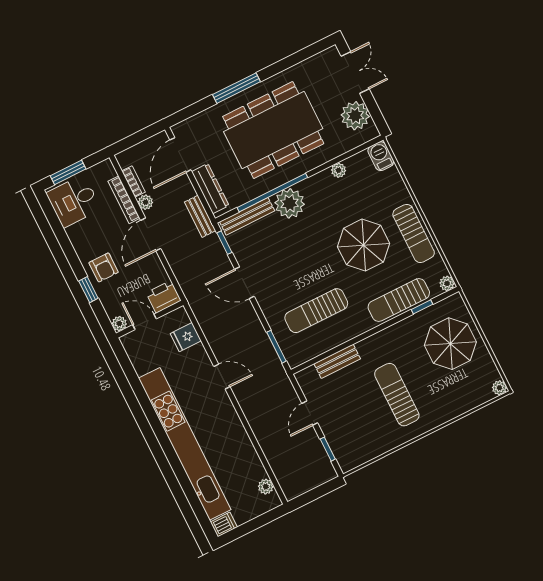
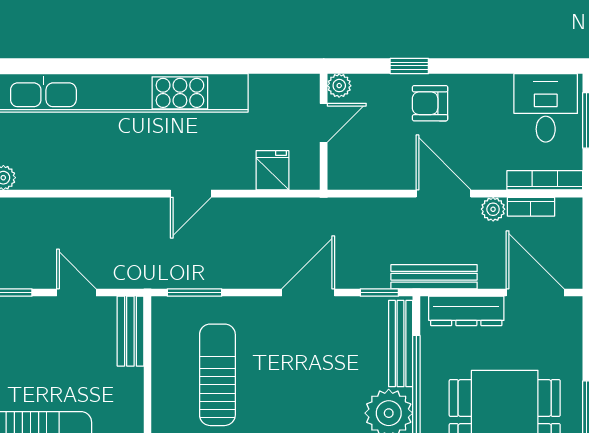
bookcase: (124, 200) -> (545, 180), moved
bench: (200, 216) -> (434, 277), width x1.36
printer: (164, 297) -> (346, 168), removed
bench: (337, 361) -> (130, 331), moved

